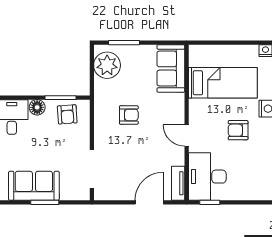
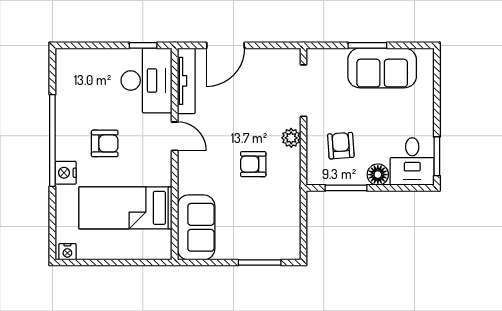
plant: (107, 65) -> (291, 138), moved, width x0.53, depth x0.53
armchair: (67, 114) -> (341, 146), moved
tv unit: (178, 183) -> (186, 81), width x1.41

